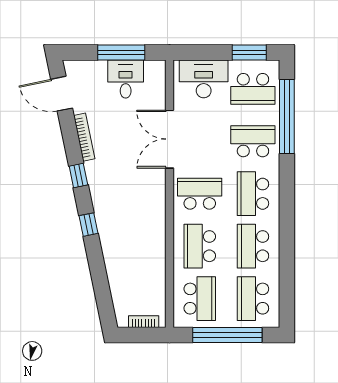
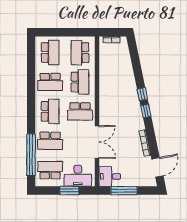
window: (249, 53) -> (69, 191), moved
desk: (126, 79) -> (110, 176), moved, turned 90
door: (62, 94) -> (157, 167), hinge flipped
window: (78, 175) -> (146, 111), moved
school desk: (253, 246) -> (50, 82), turned 90
window: (227, 335) -> (64, 32), removed

